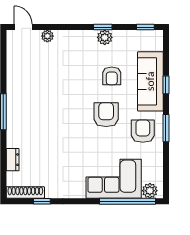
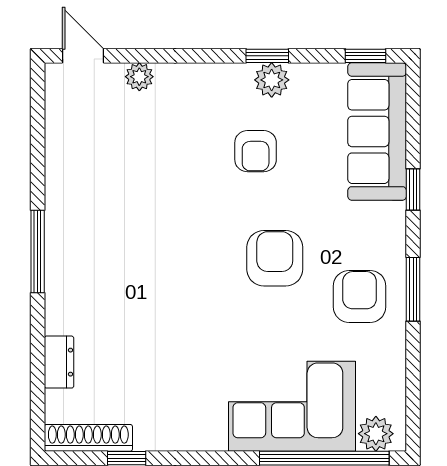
armchair: (112, 76) -> (256, 151), moved
sofa: (150, 81) -> (377, 131), moved

